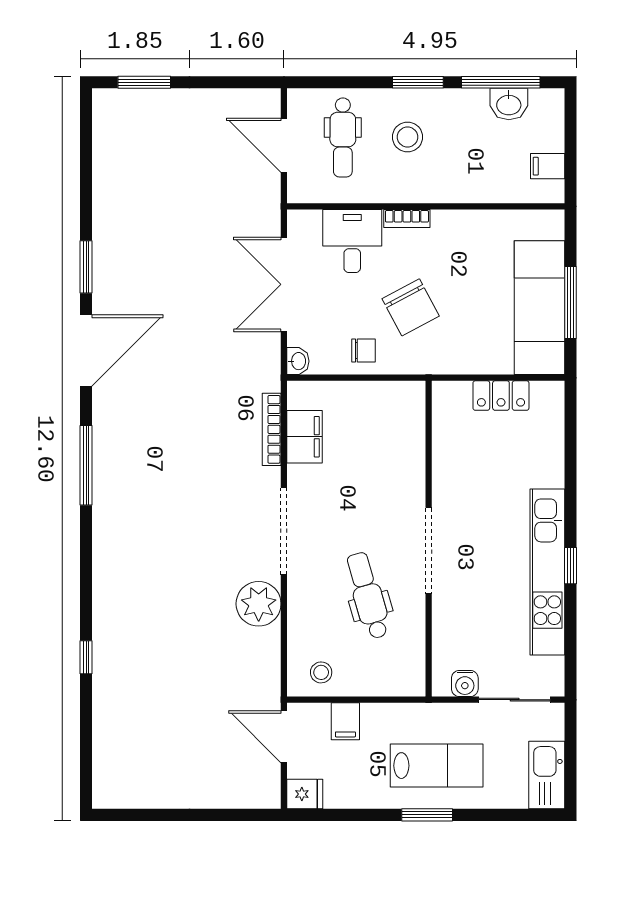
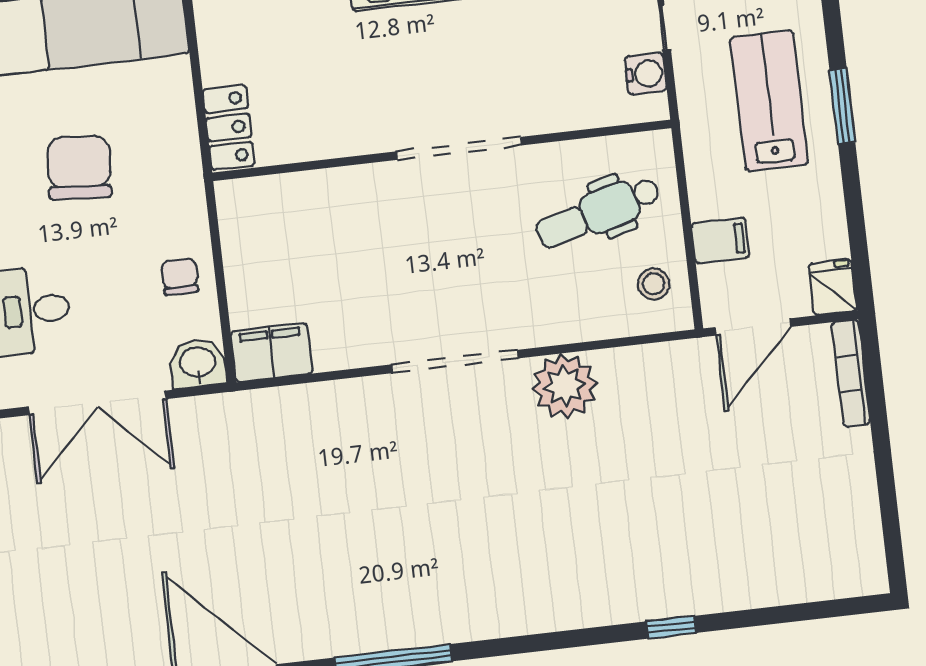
chair: (411, 307) -> (79, 168), moved, turned -58
washbasin: (298, 361) -> (198, 363), width x1.38, depth x1.45
locker: (501, 396) -> (229, 127), moved
bookcase: (272, 429) -> (851, 373), moved, turned 90
filing cabinet: (304, 437) -> (272, 352), moved
dental chair: (368, 596) -> (598, 212), moved

